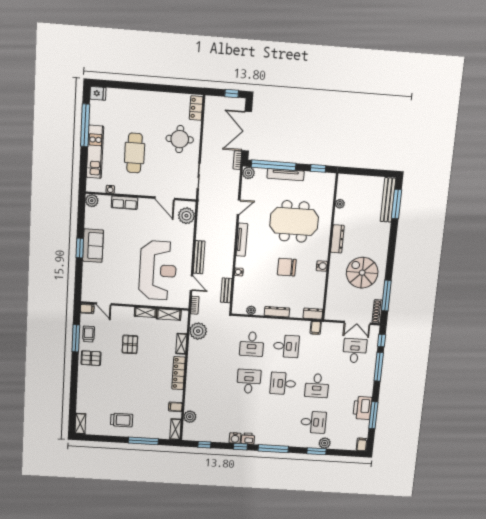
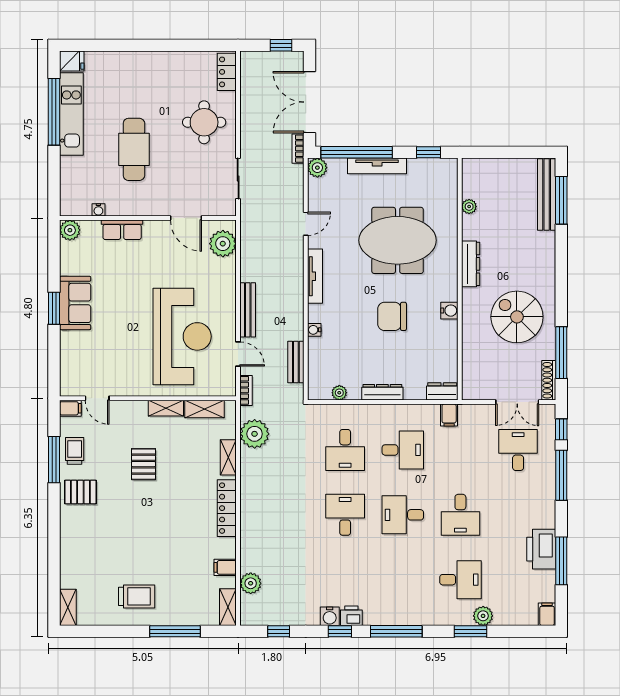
kitchen unit: (95, 152) -> (71, 114), moved

